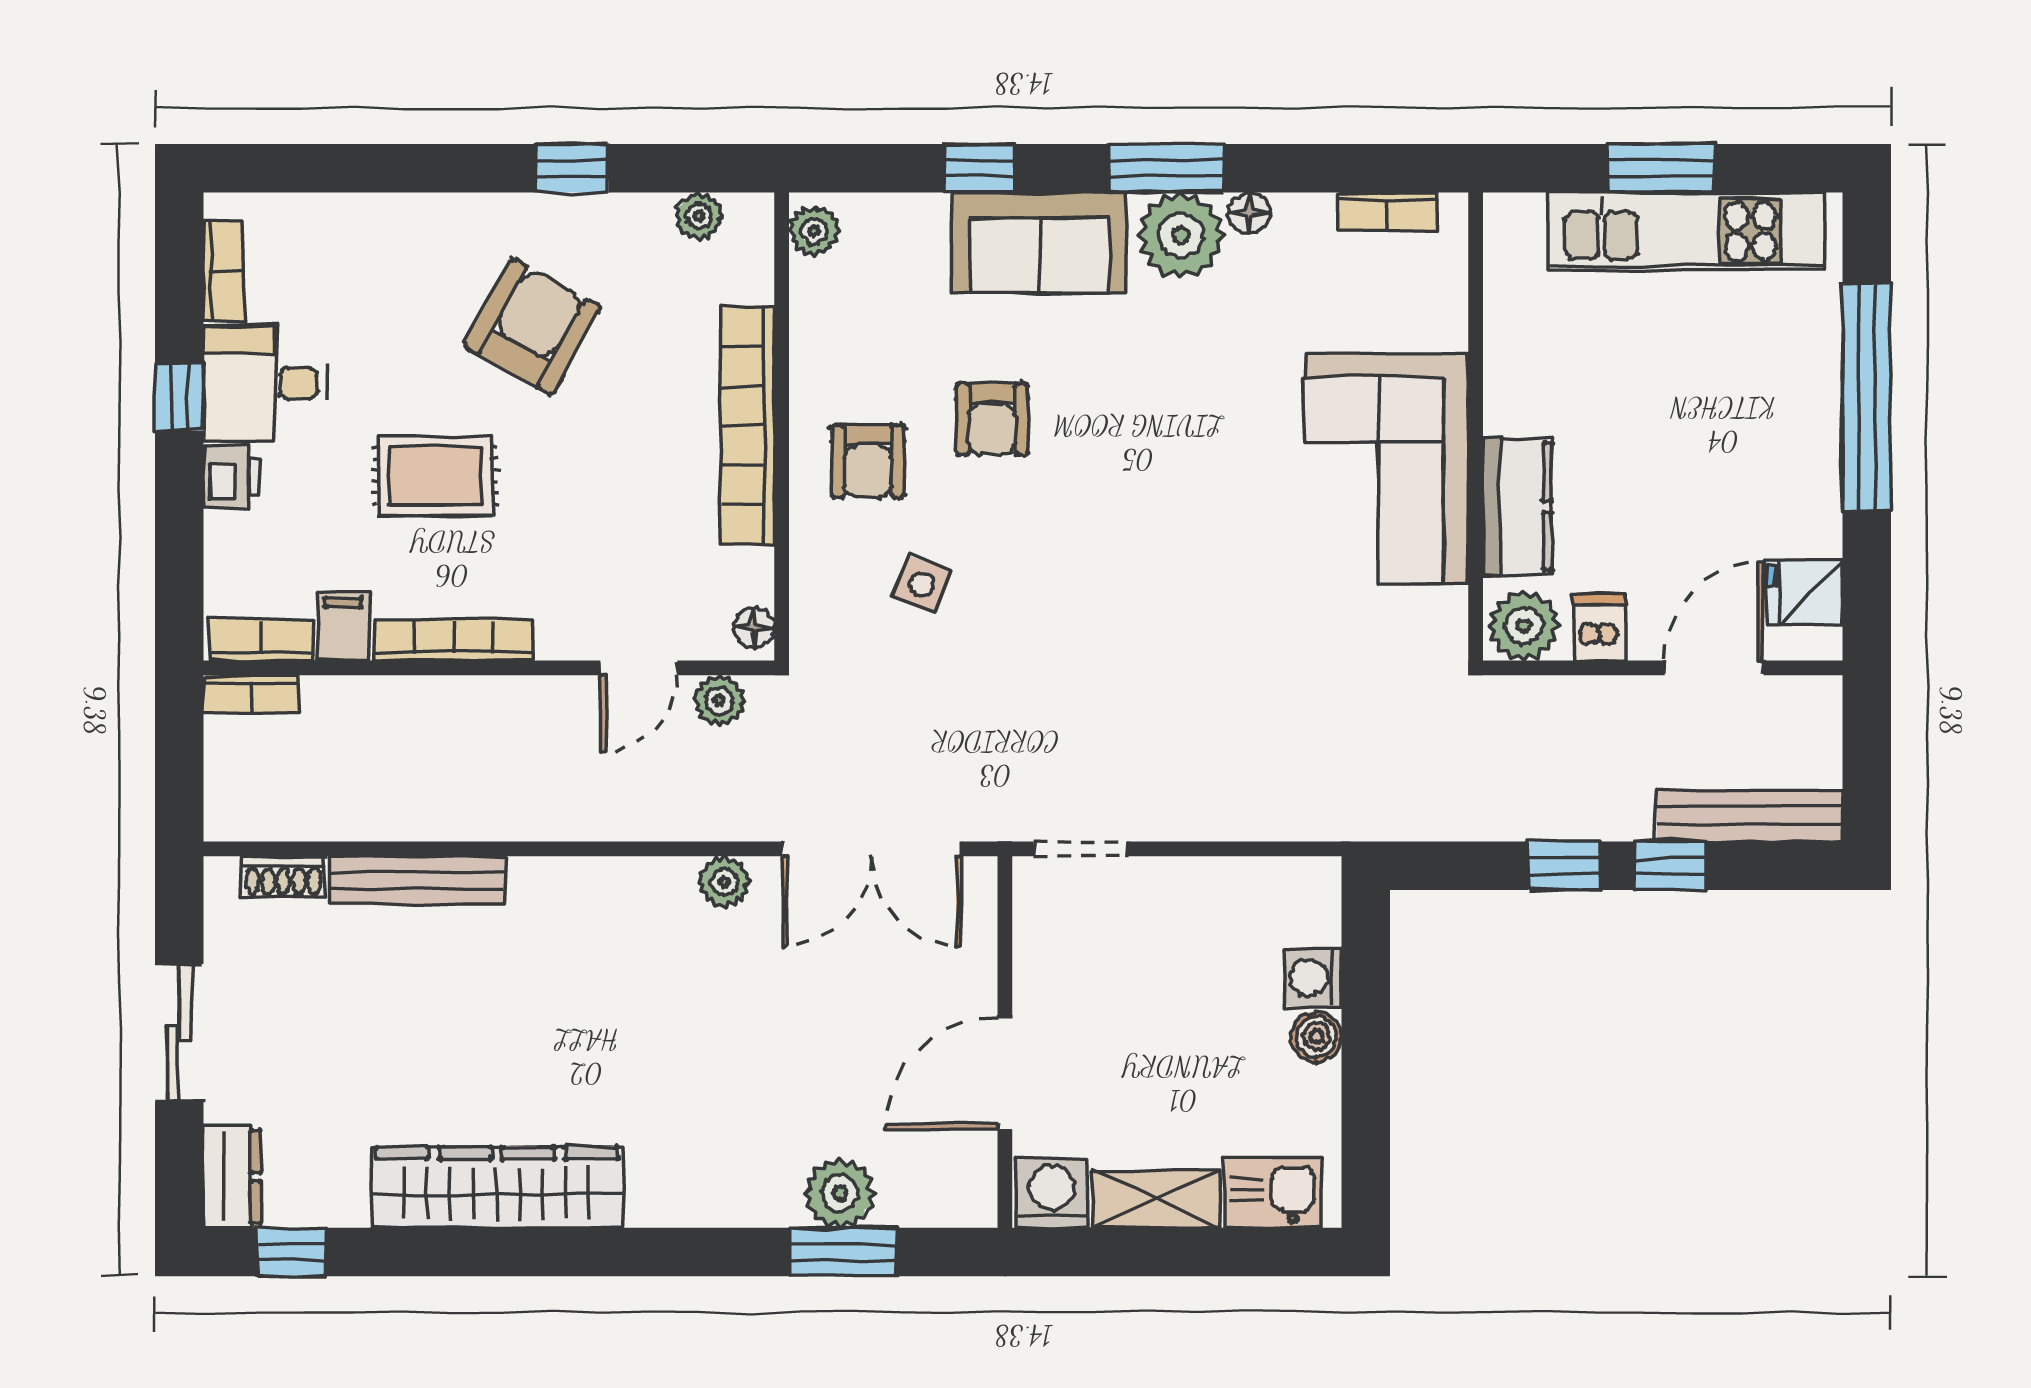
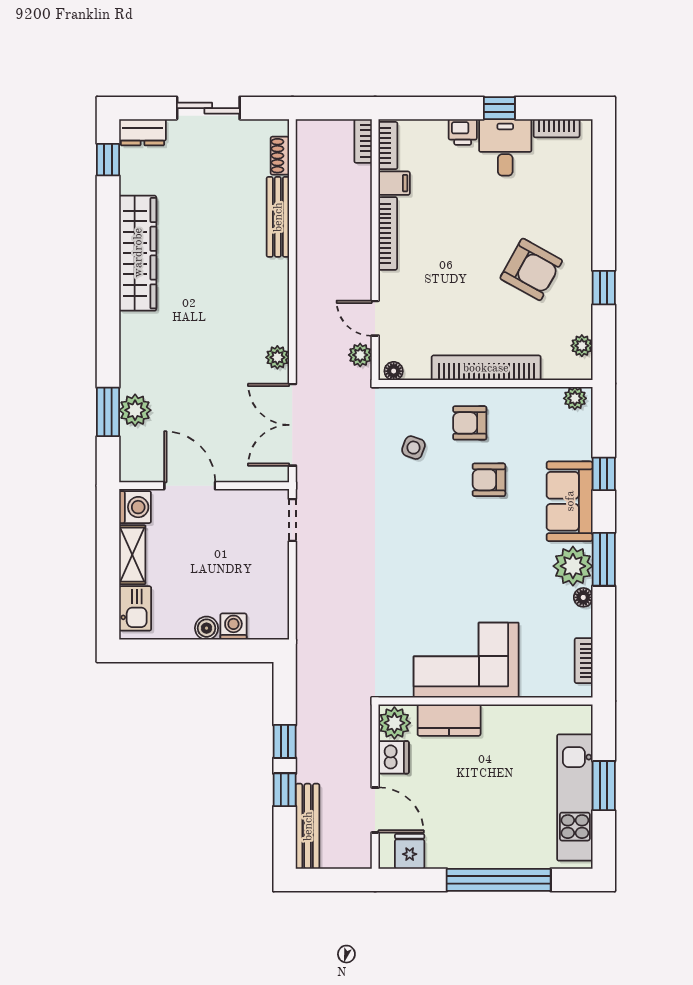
rug: (435, 476) -> (463, 225), removed
dishwasher: (1599, 627) -> (394, 757), width x1.38

